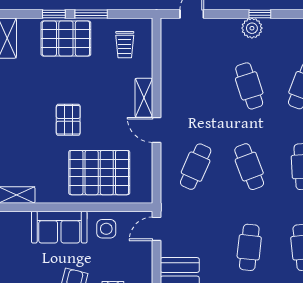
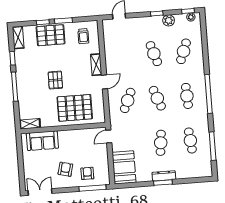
plant: (252, 28) -> (169, 20), moved
door: (156, 130) -> (105, 82), swing flipped
sofa: (59, 227) -> (42, 141), moved
side table: (106, 229) -> (81, 139), removed

